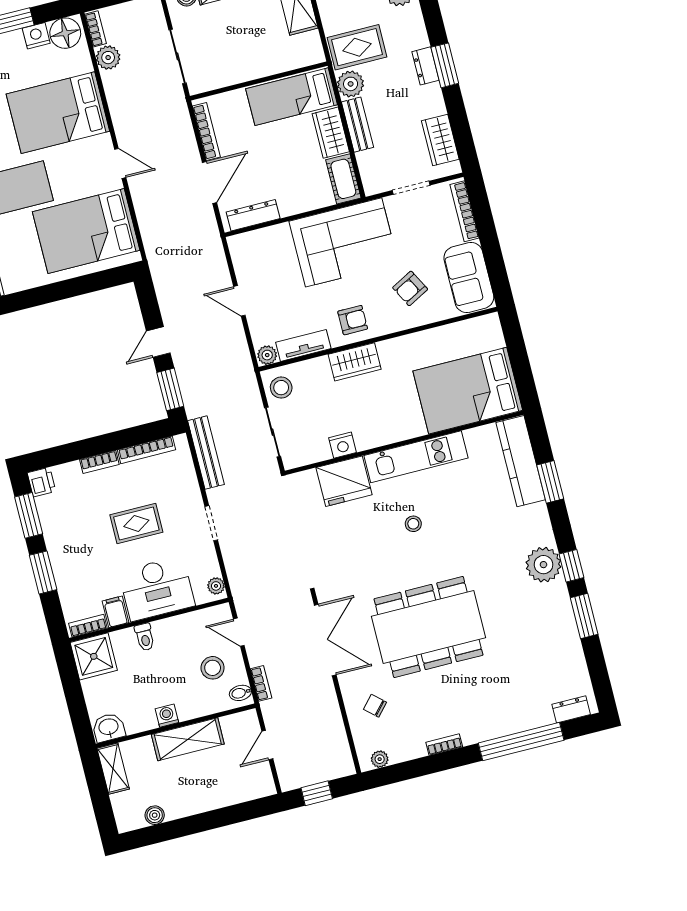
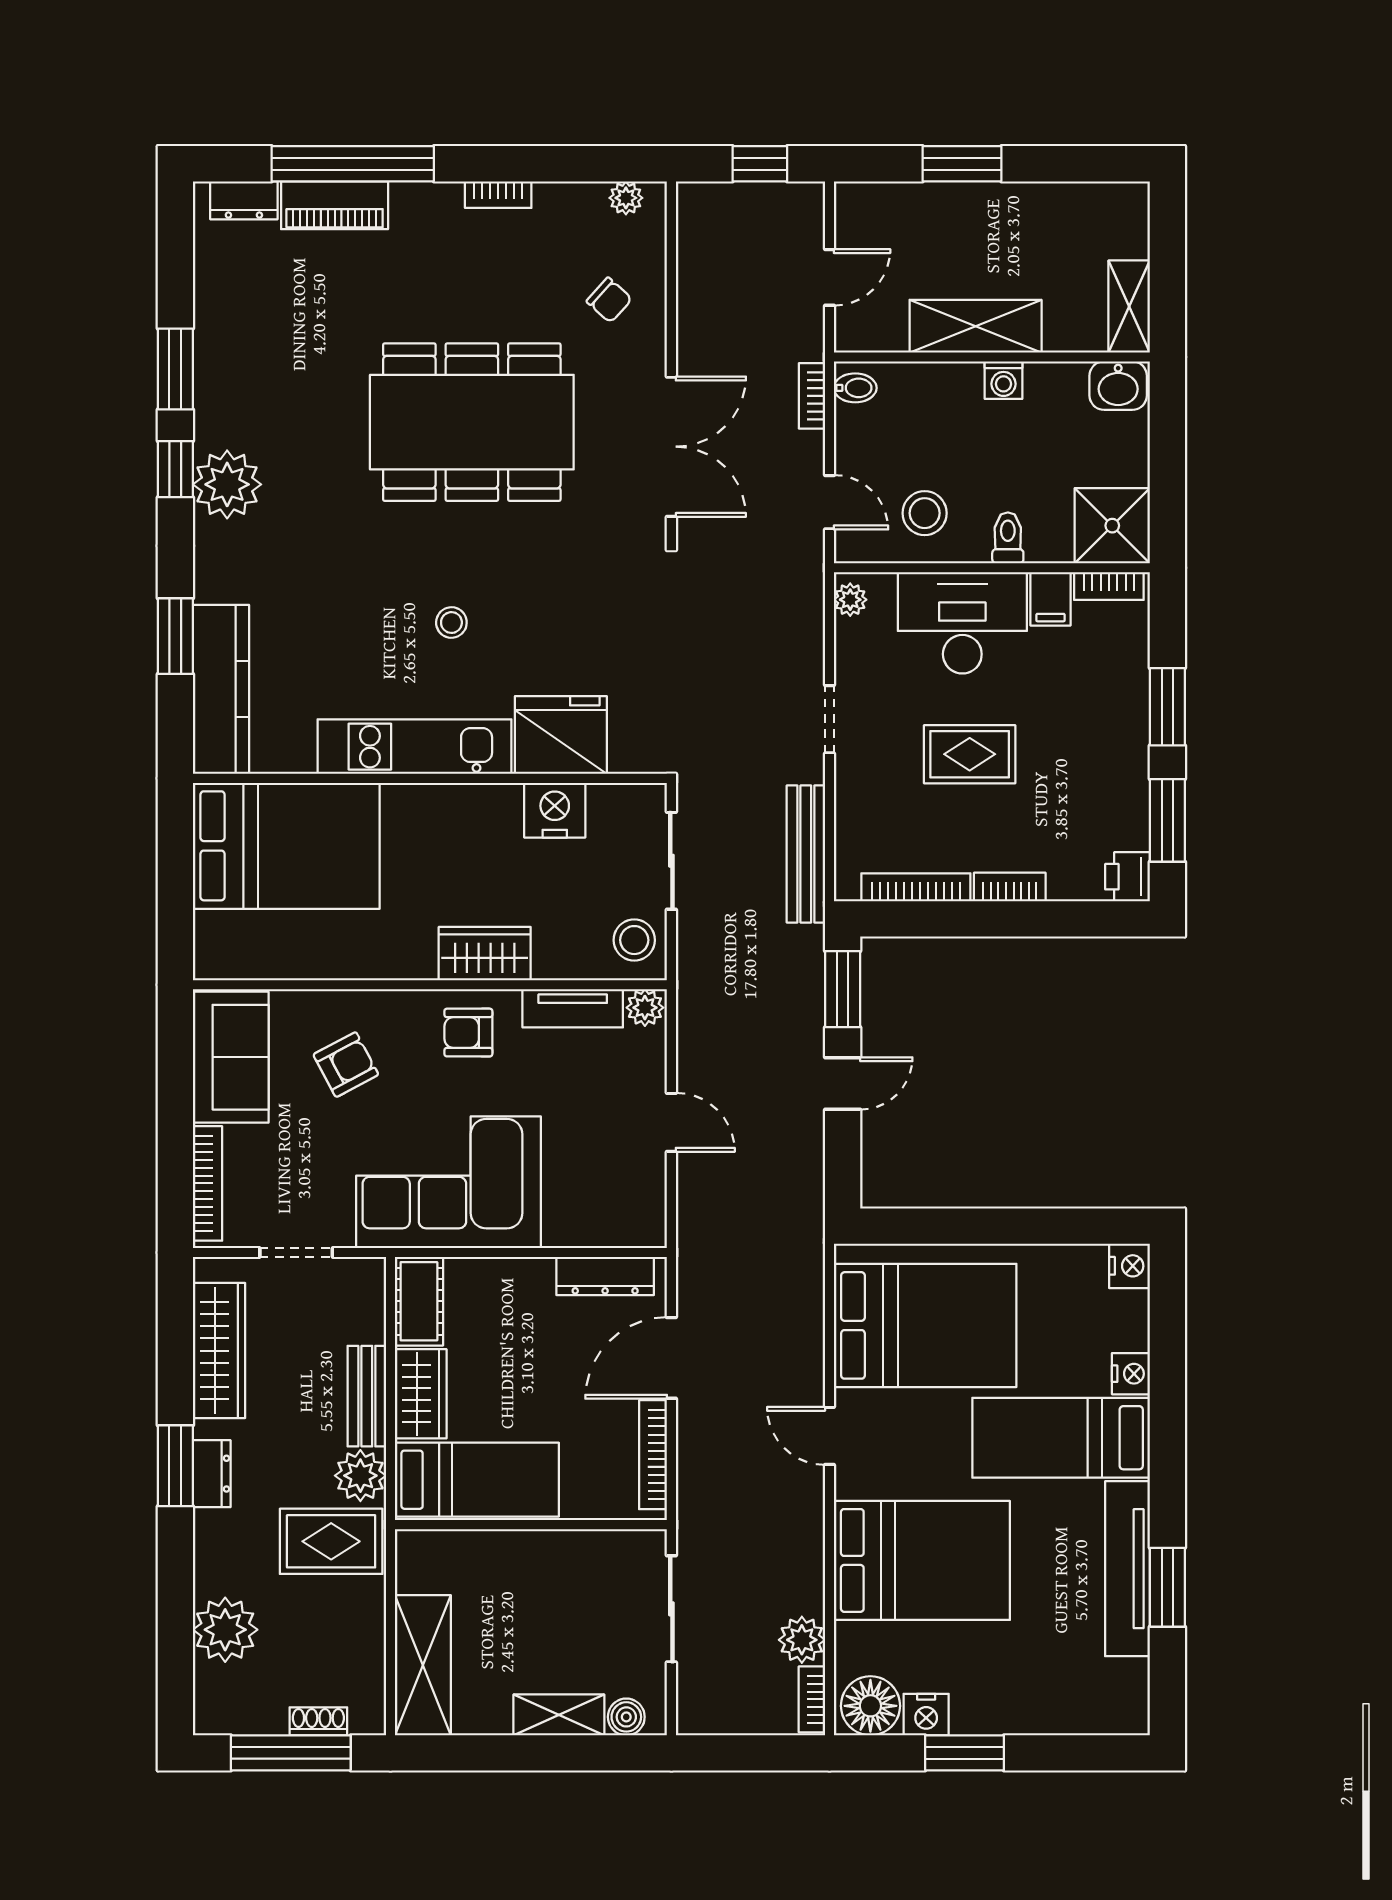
wardrobe: (440, 140) -> (219, 1351), width x1.50
nightstand: (342, 445) -> (555, 810), width x1.36, depth x1.33
double door: (325, 640) -> (671, 447), swing flipped
stool: (213, 668) -> (925, 513), moved
piano: (525, 718) -> (335, 205), added
boiler: (155, 815) -> (1074, 200), removed
window: (215, 819) -> (962, 164), added

